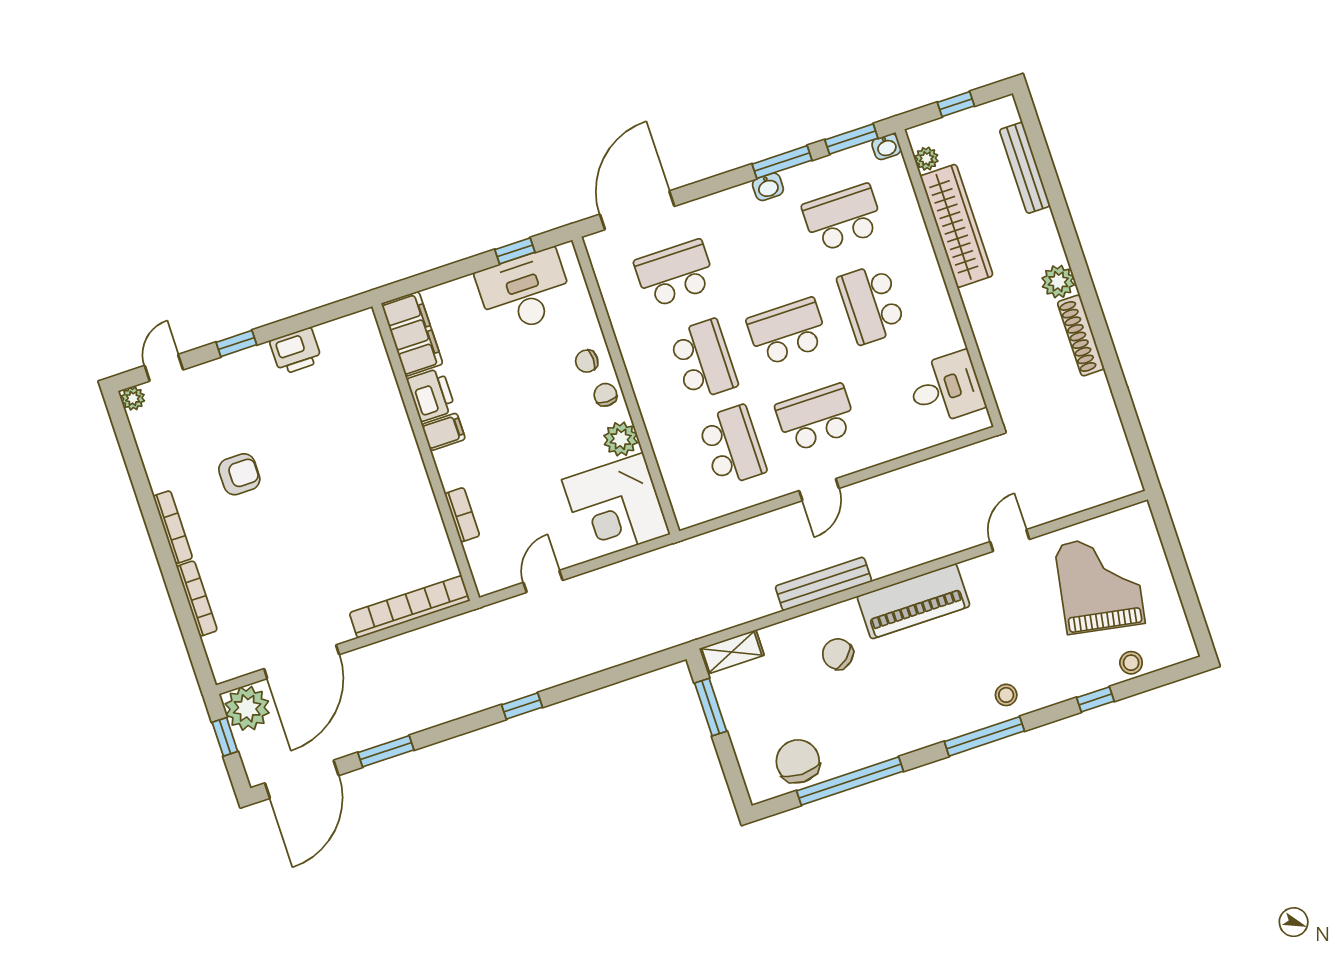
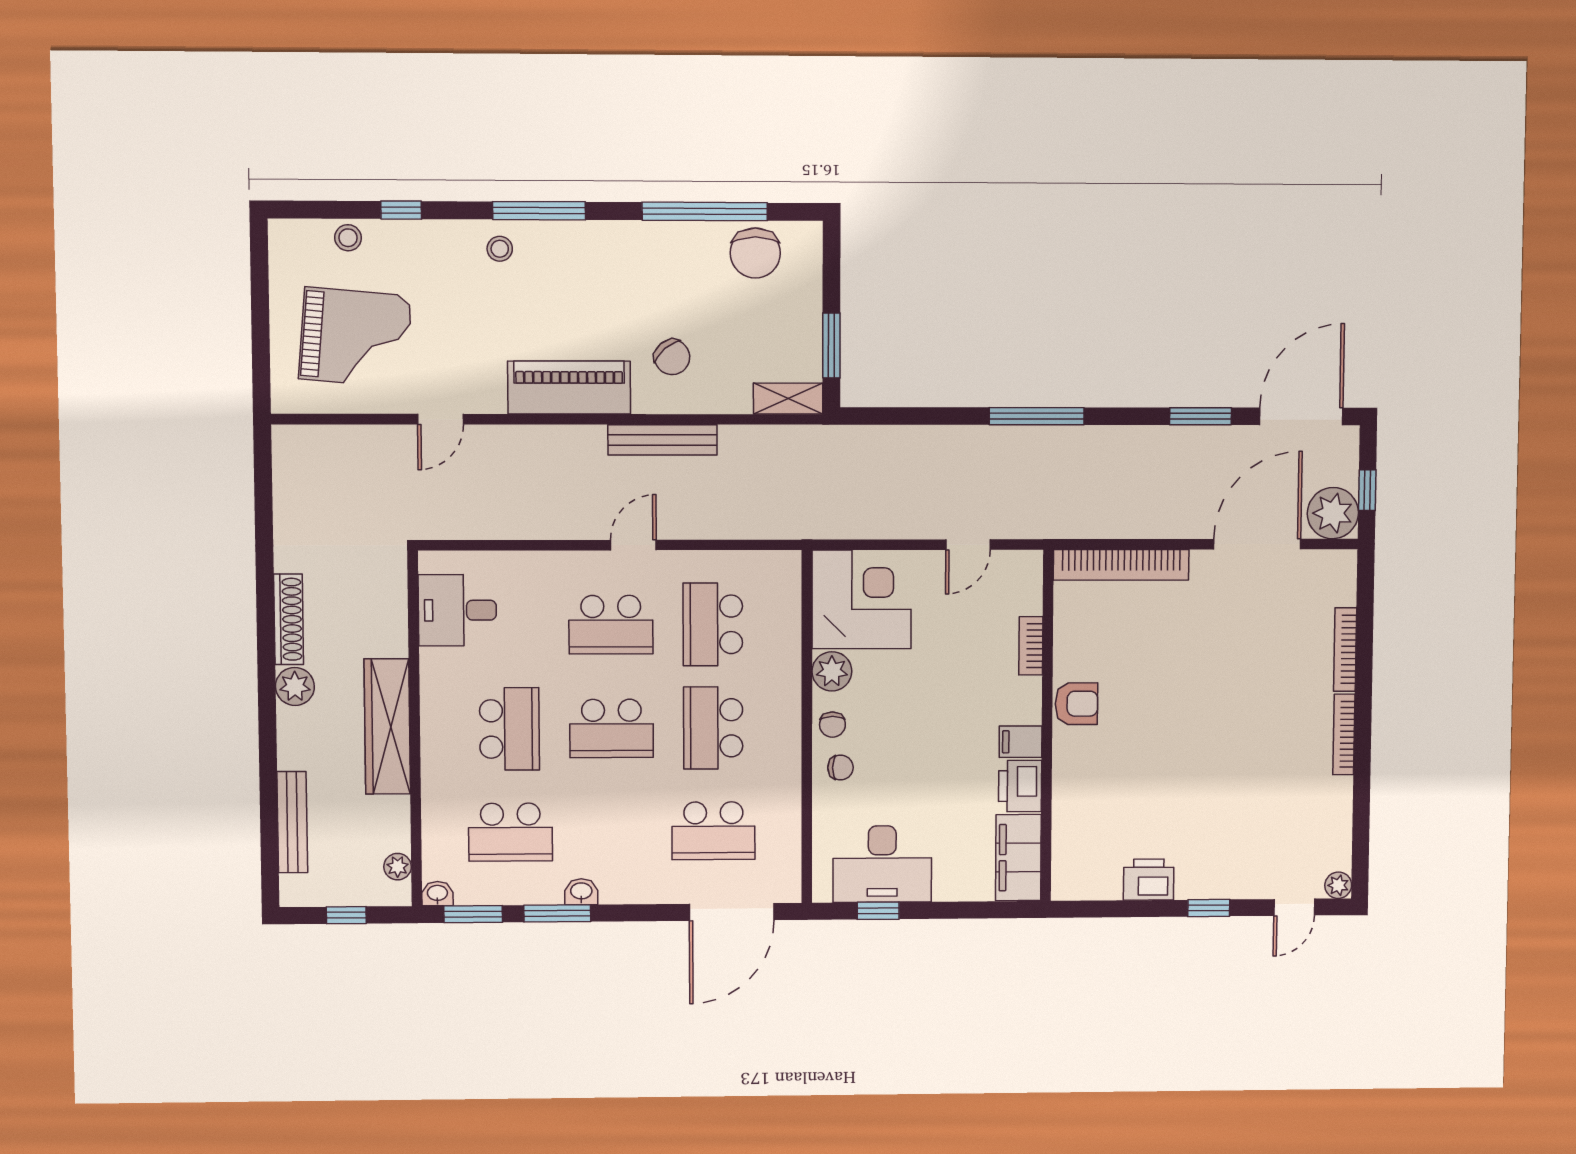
wardrobe: (957, 226) -> (387, 726), moved
armchair: (239, 474) -> (1076, 704), moved, turned 180
grand piano: (1100, 584) -> (355, 338), turned -95
window: (522, 706) -> (1037, 416), width x2.17

